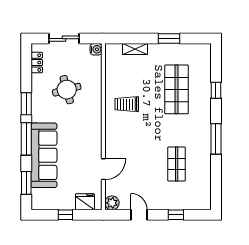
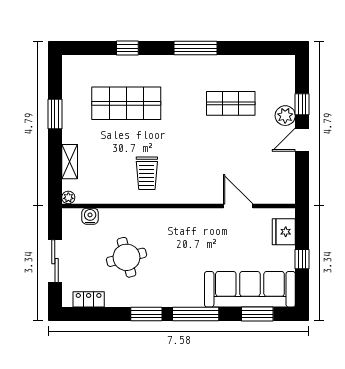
plant: (109, 48) -> (68, 197), added
water cooler: (96, 49) -> (90, 216), moved
sofa: (44, 155) -> (250, 289), moved
plant: (112, 203) -> (285, 116), moved
door: (139, 215) -> (302, 140), moved

